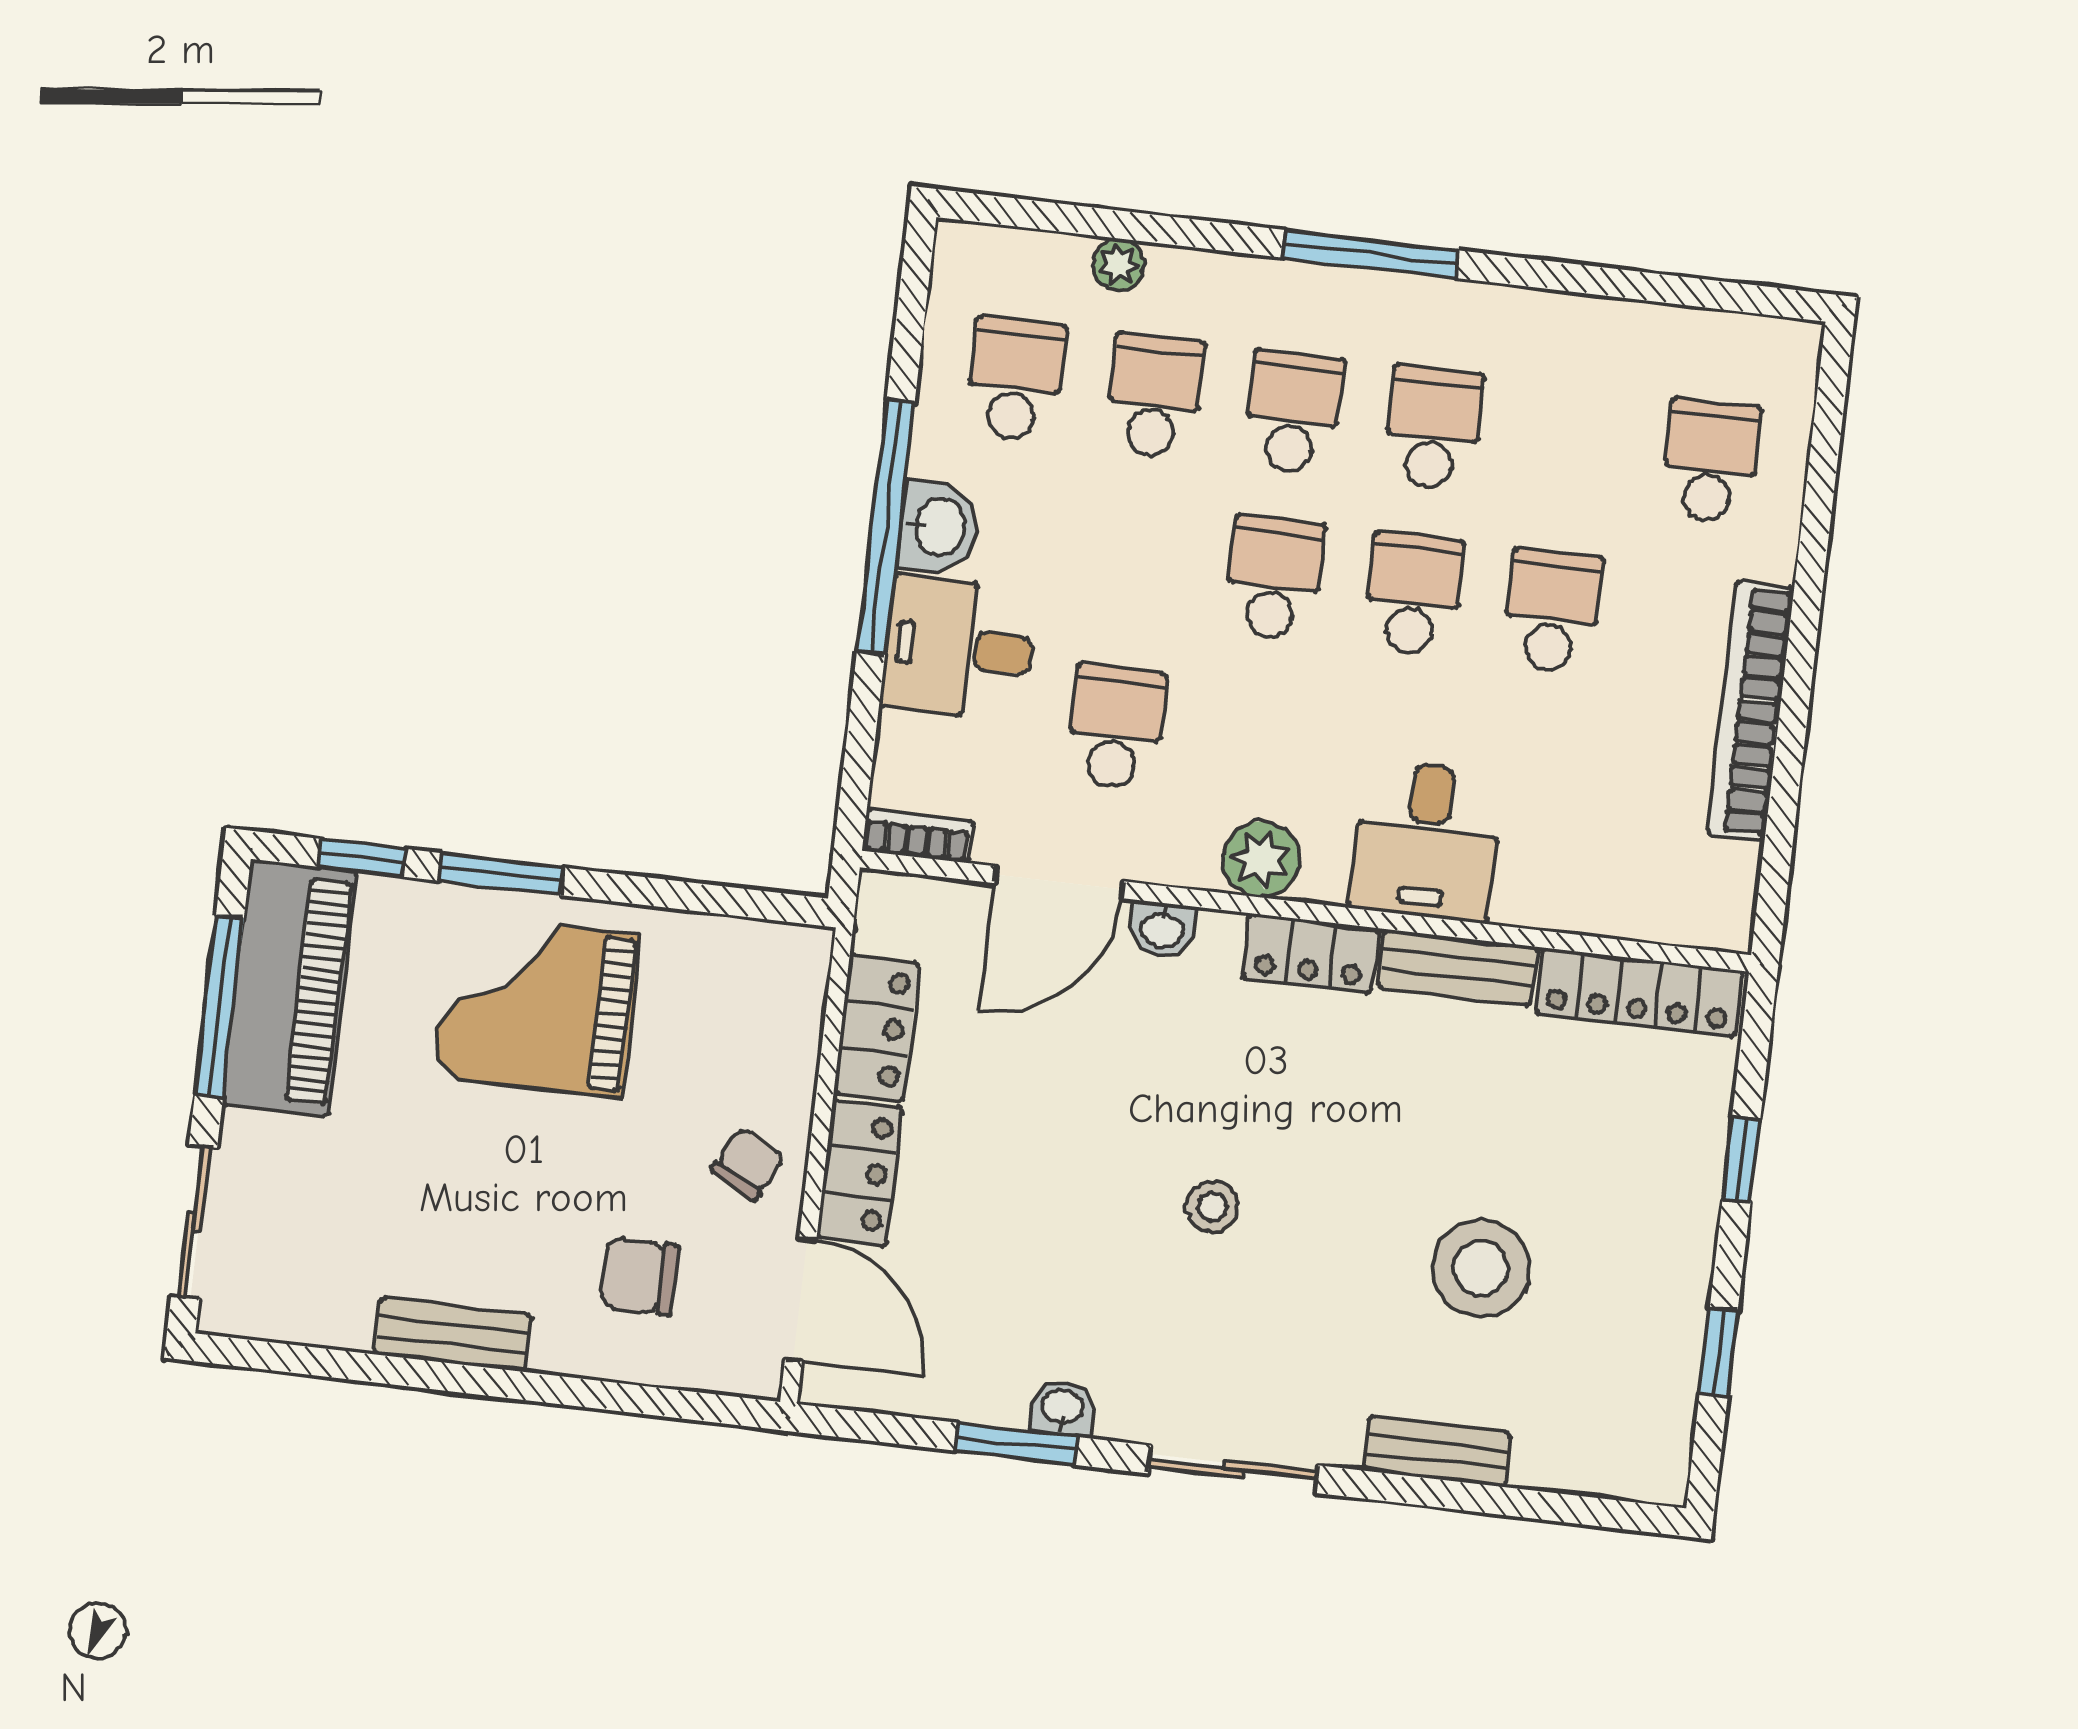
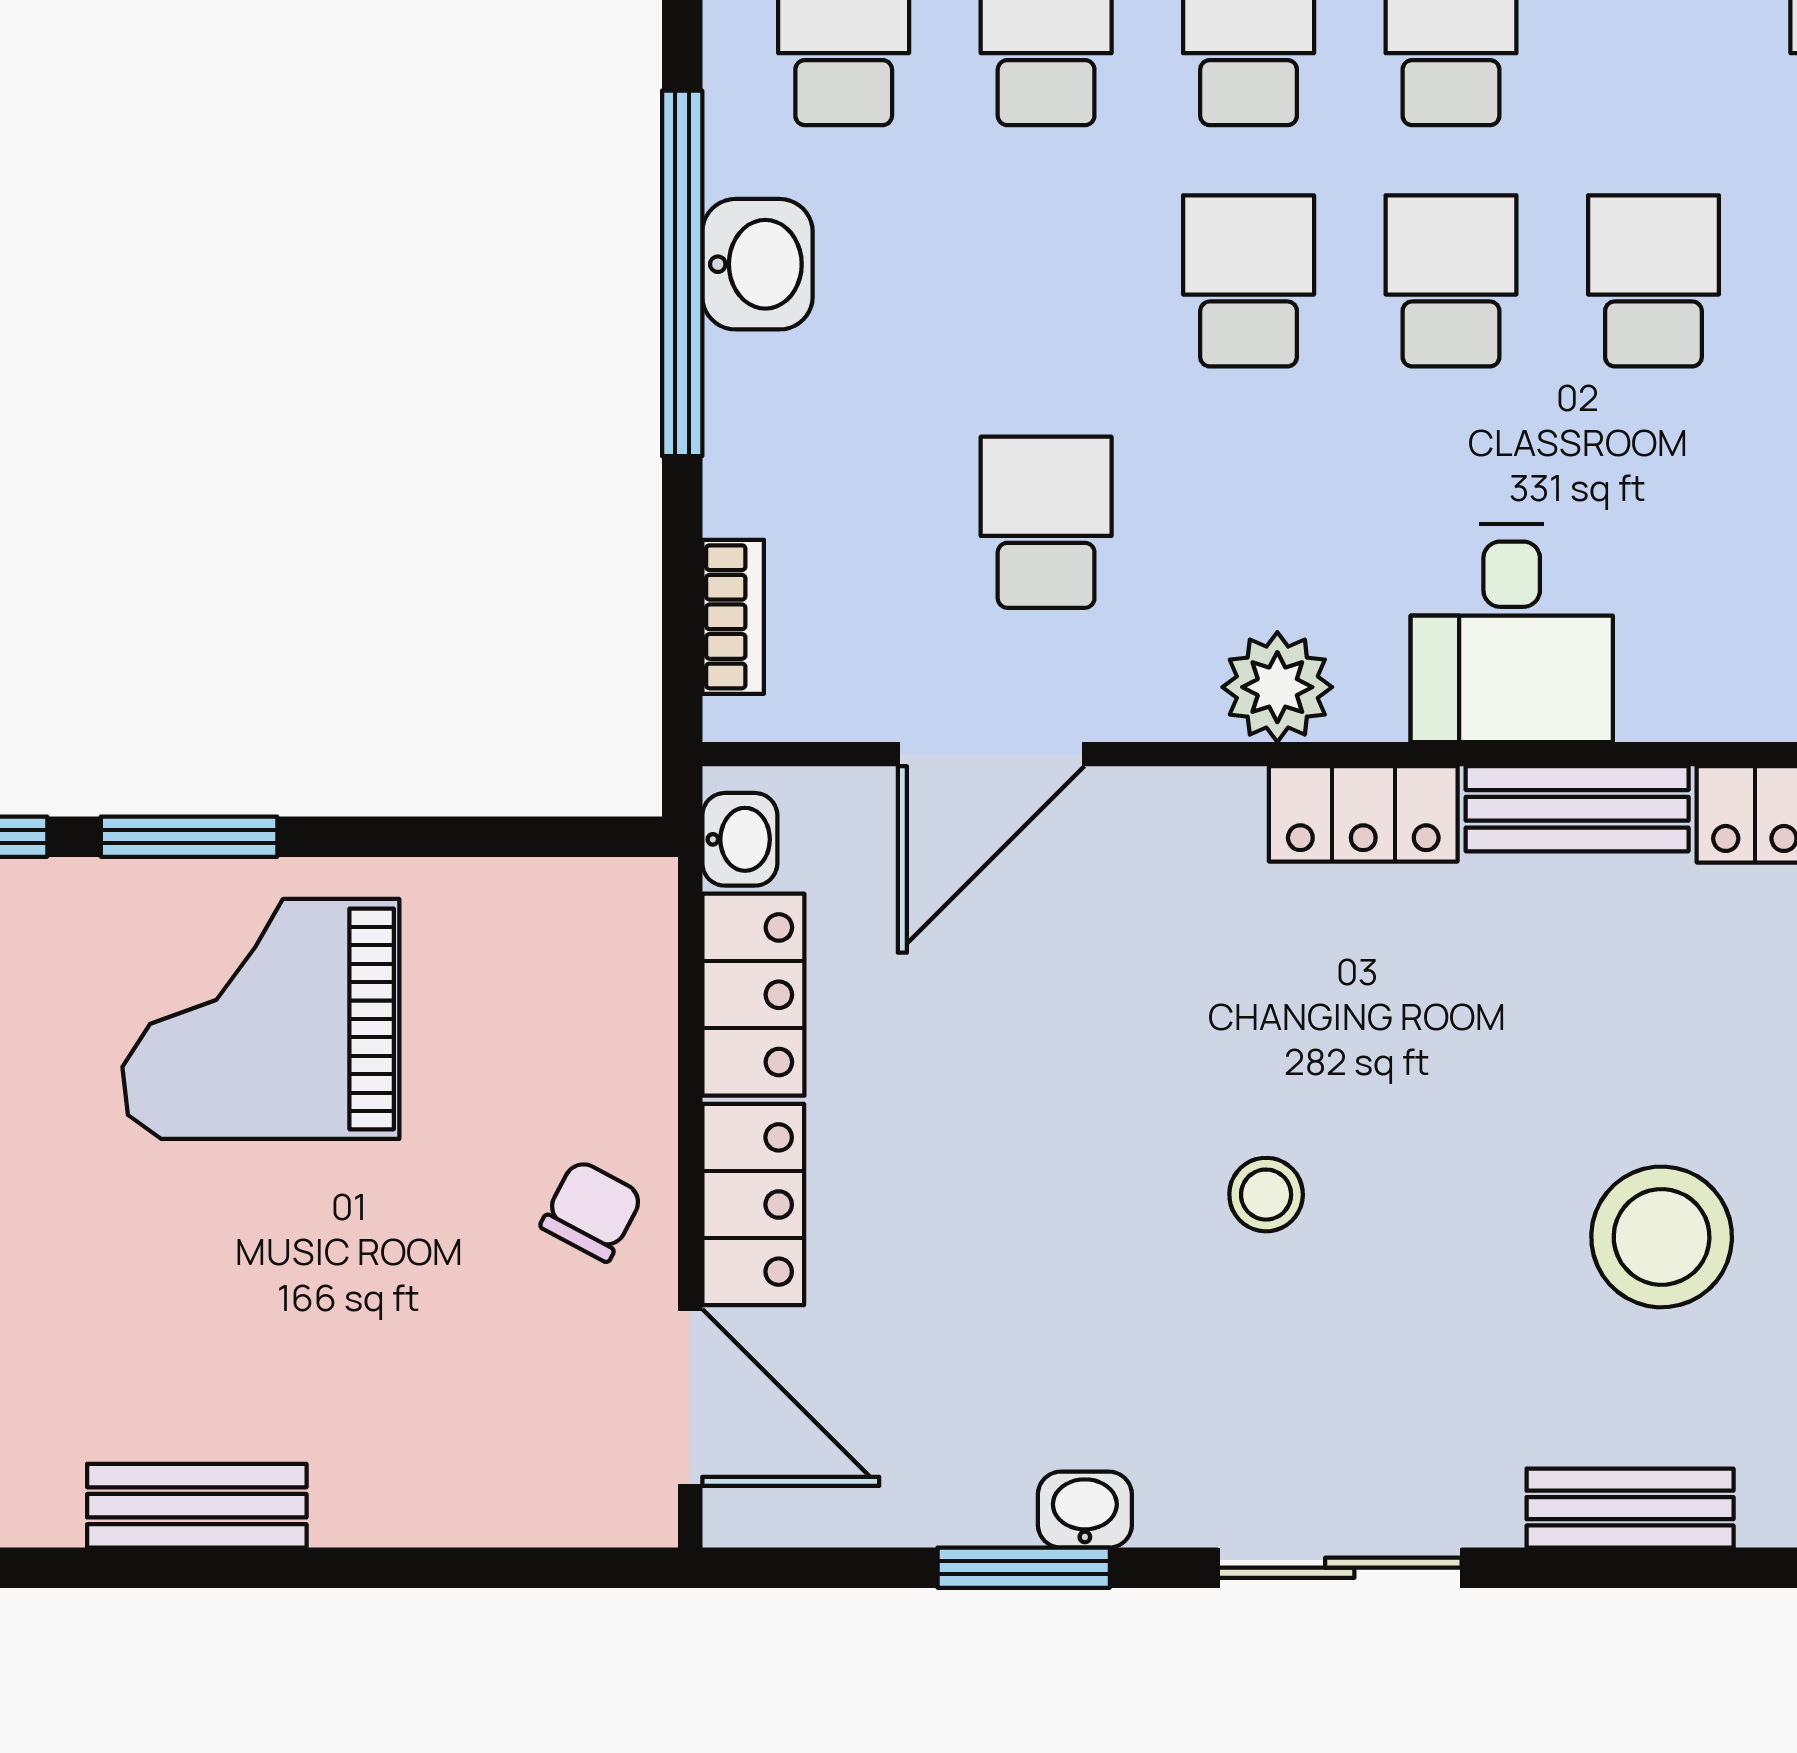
desk: (959, 648) -> (807, 435), removed
bookcase: (917, 836) -> (733, 617), moved, turned 90
washbasin: (1162, 929) -> (740, 839), moved, turned -90
chair: (640, 1276) -> (455, 1391), removed

